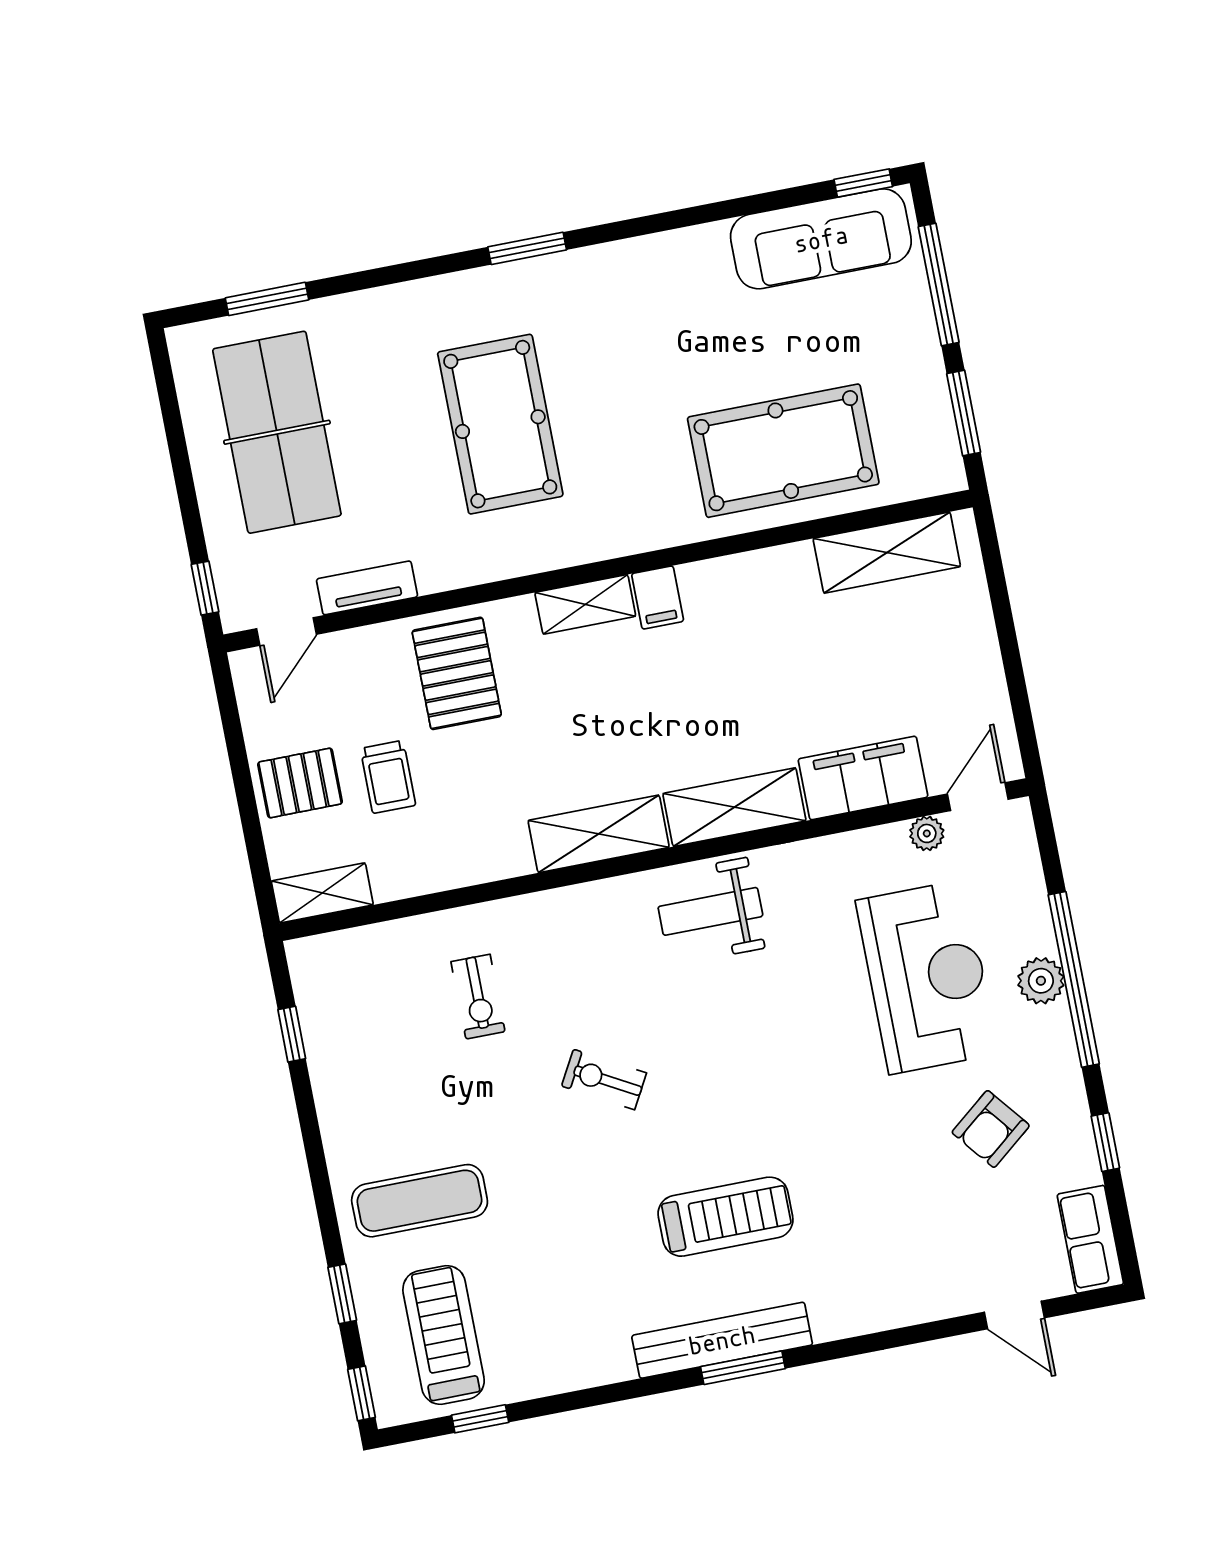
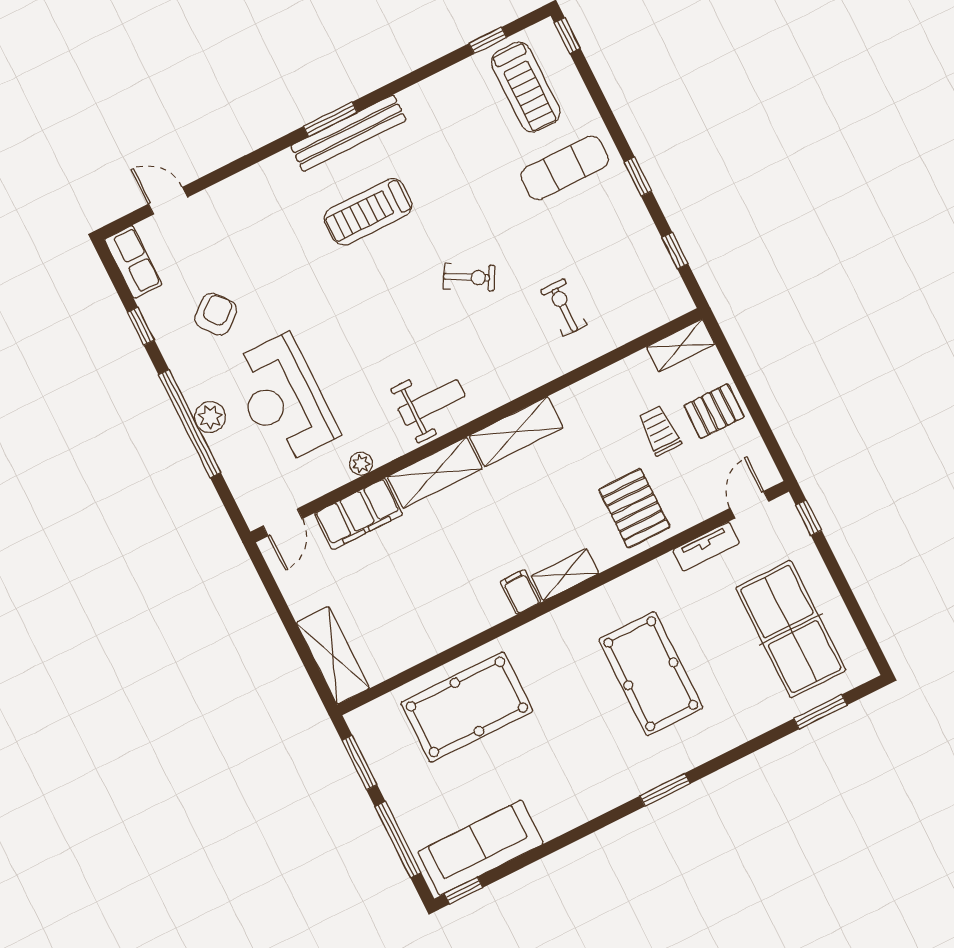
shelving: (887, 553) -> (333, 655), moved, turned 90
plant: (927, 833) -> (361, 464), moved
window: (342, 1294) -> (638, 177), moved

